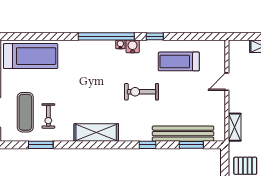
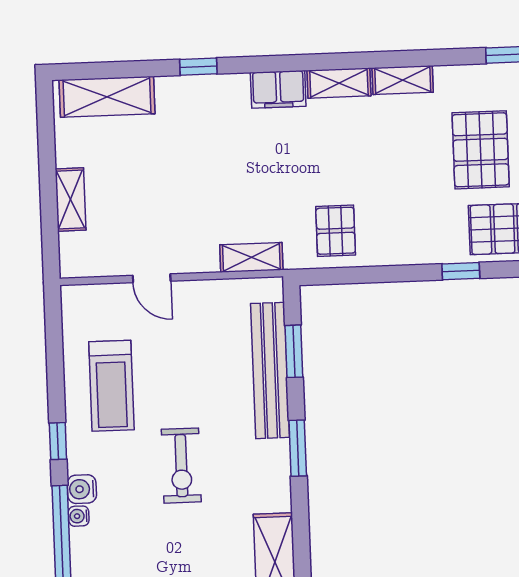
window: (147, 145) -> (298, 448), width x1.50

